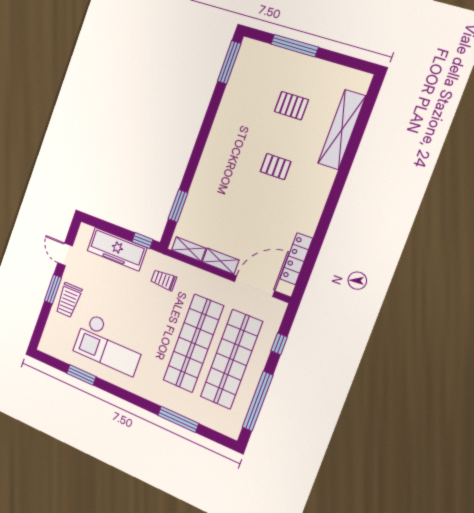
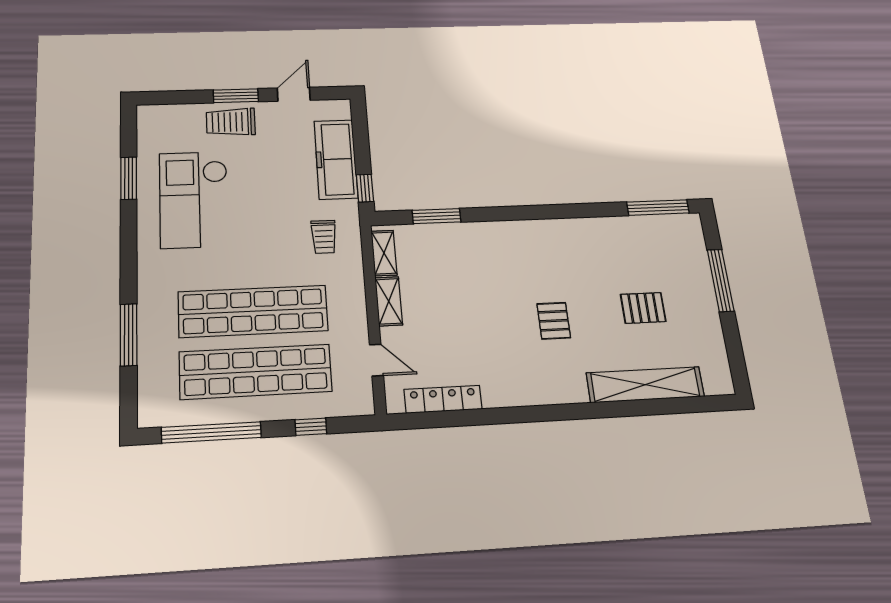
pallet: (291, 106) -> (643, 308), turned 90
trolley: (164, 280) -> (324, 237), turned 180
door: (254, 286) -> (376, 360), width x0.53

